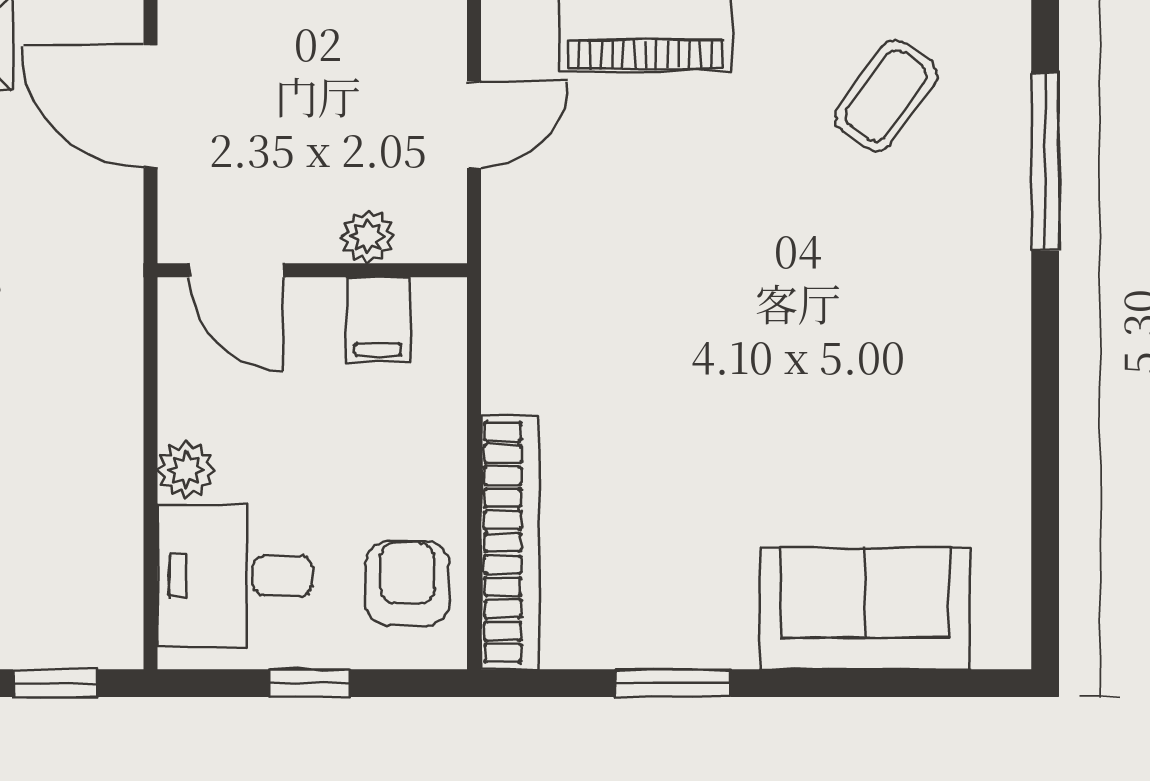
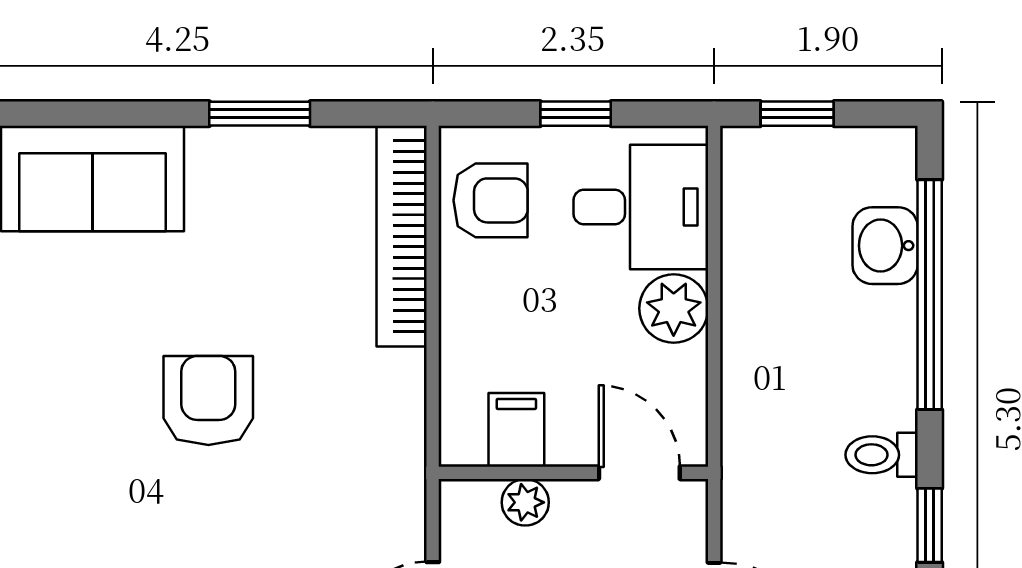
armchair: (732, 354) -> (208, 400), added
plant: (186, 470) -> (674, 308), width x1.38, depth x1.38
armchair: (408, 583) -> (490, 200), turned -90

